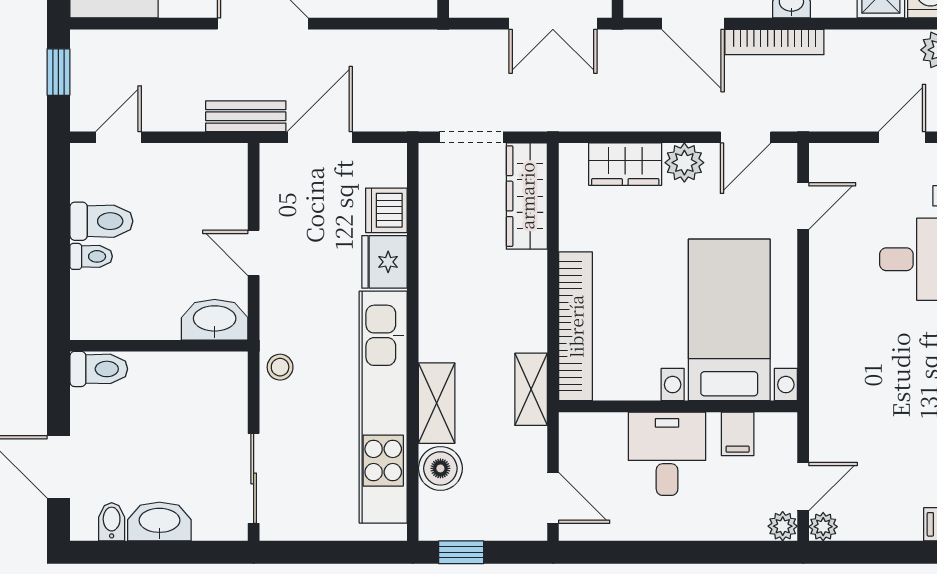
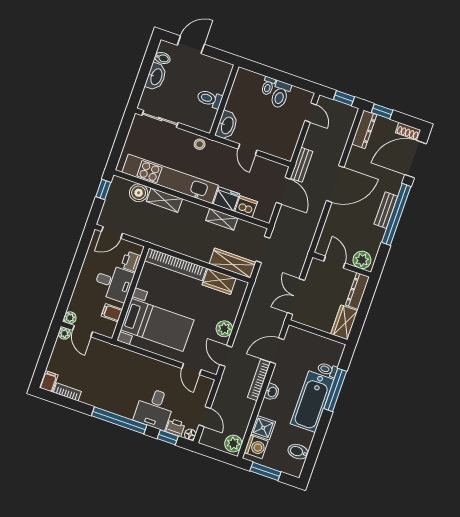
wardrobe: (625, 164) -> (219, 281), moved, turned -90
door: (254, 253) -> (247, 149), swing flipped
toilet: (99, 369) -> (210, 99), moved, turned 90
shelving: (531, 389) -> (222, 219), moved
printer: (604, 431) -> (131, 261), added

